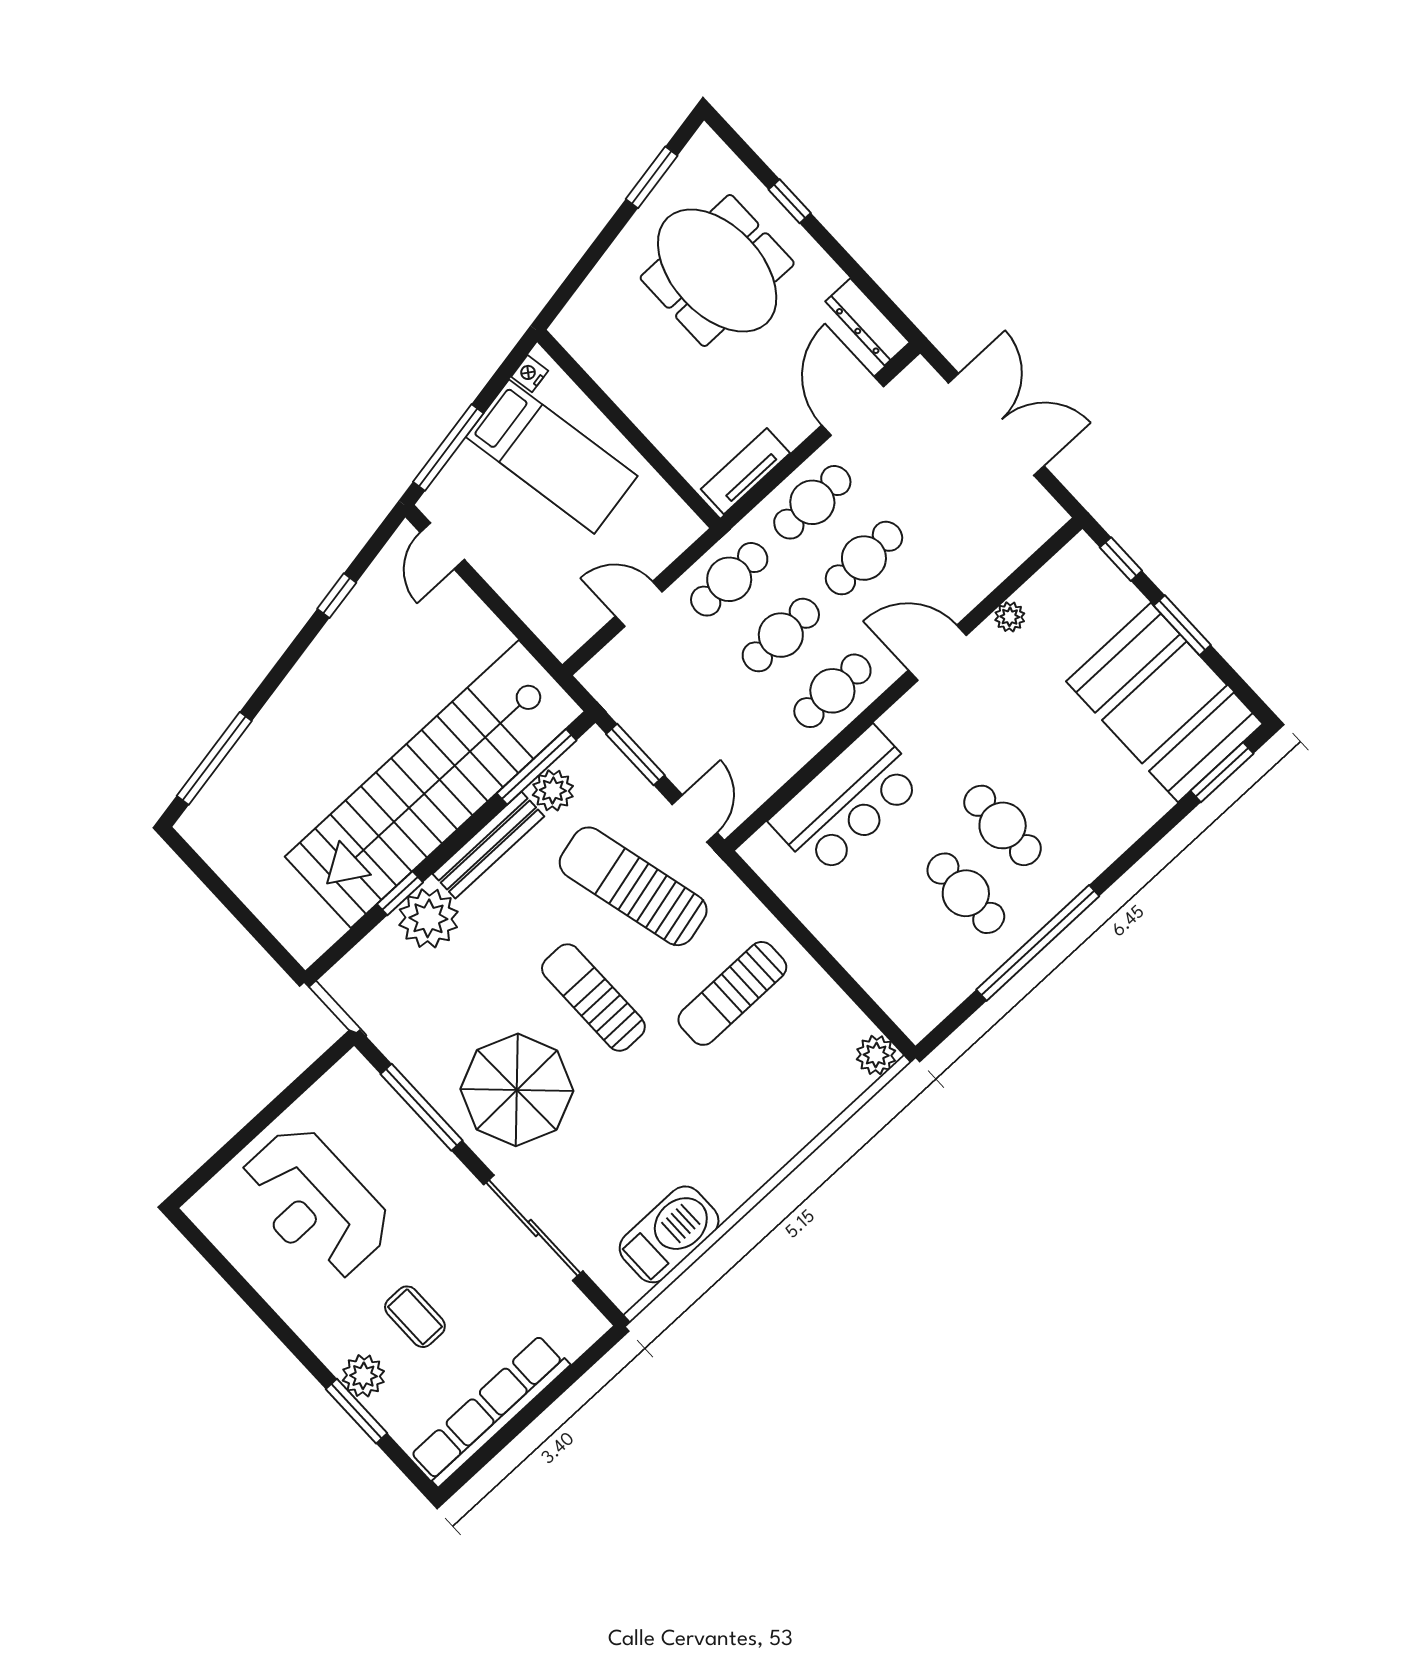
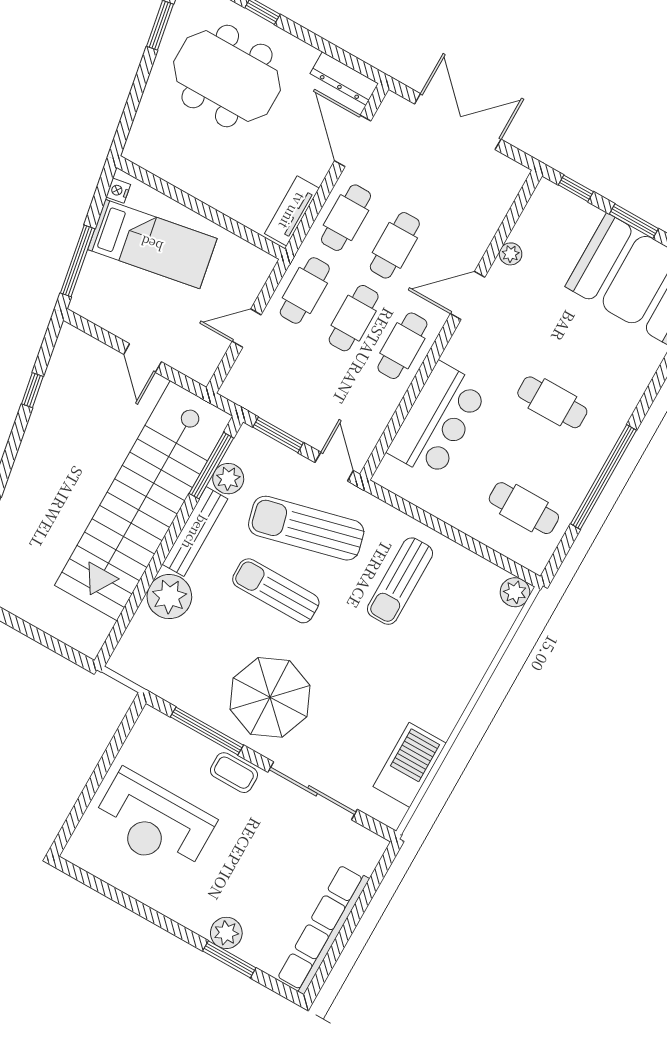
door: (442, 546) -> (142, 358), moved
window: (400, 893) -> (144, 585), removed
cafe table: (966, 893) -> (524, 508), moved
sun lounger: (593, 998) -> (276, 591), moved
coffee table: (415, 1317) -> (234, 773), moved

